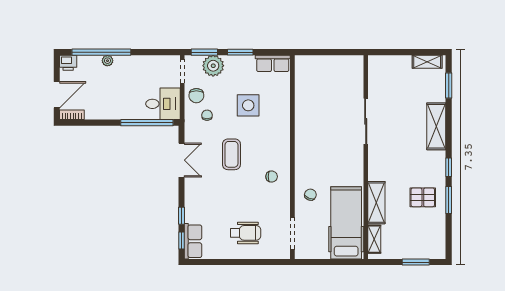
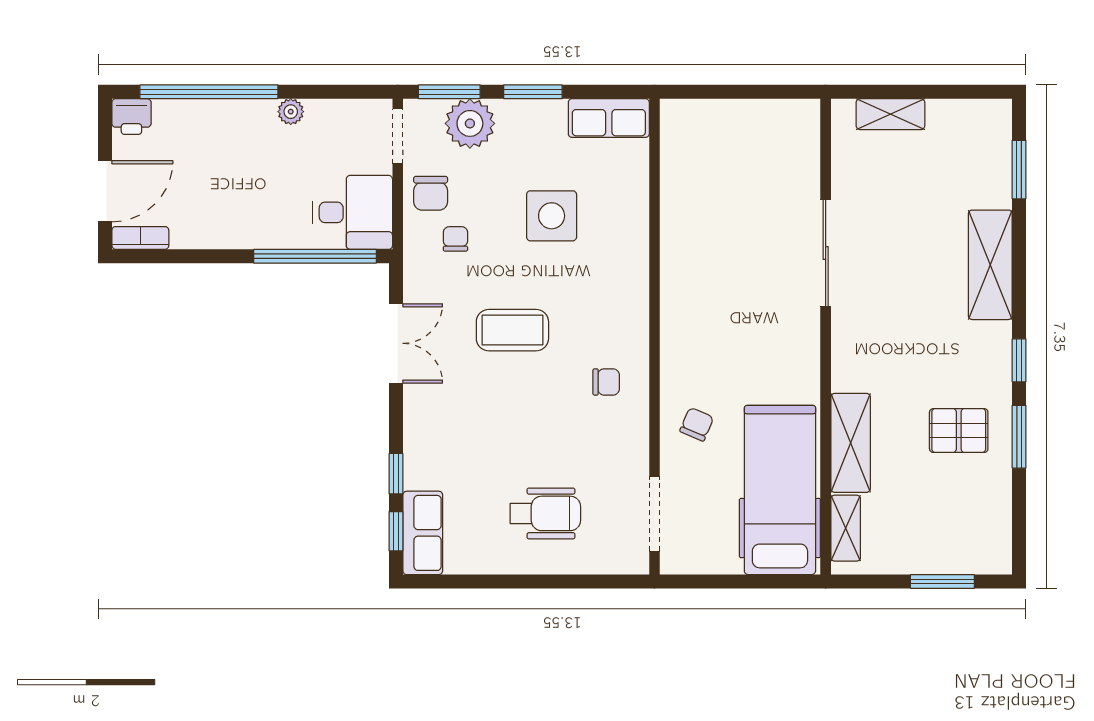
plant: (107, 61) -> (291, 112), moved
shelving: (427, 62) -> (890, 114), moved
coffee table: (231, 154) -> (512, 330), turned 90

